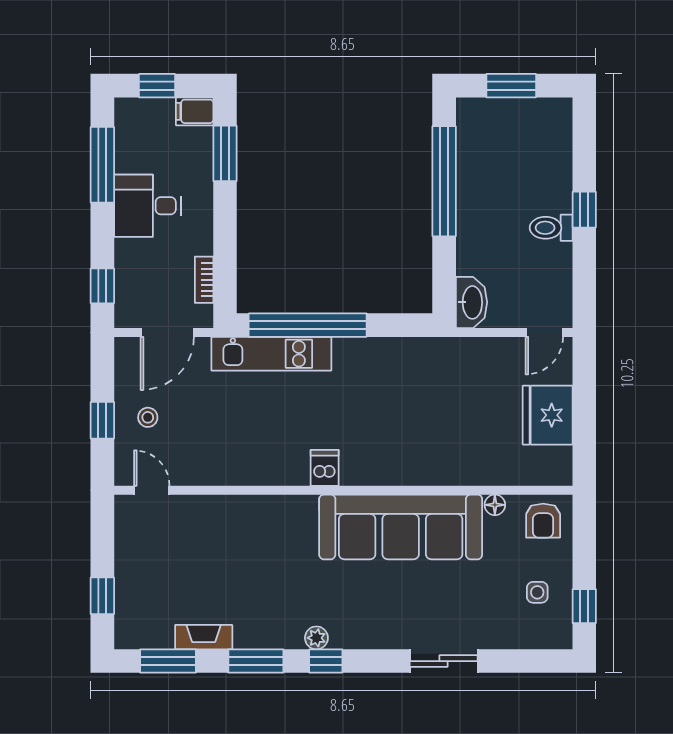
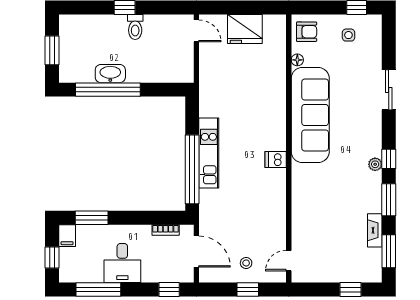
washbasin: (471, 302) -> (110, 74), moved
kitchen unit: (271, 354) -> (209, 153), moved

